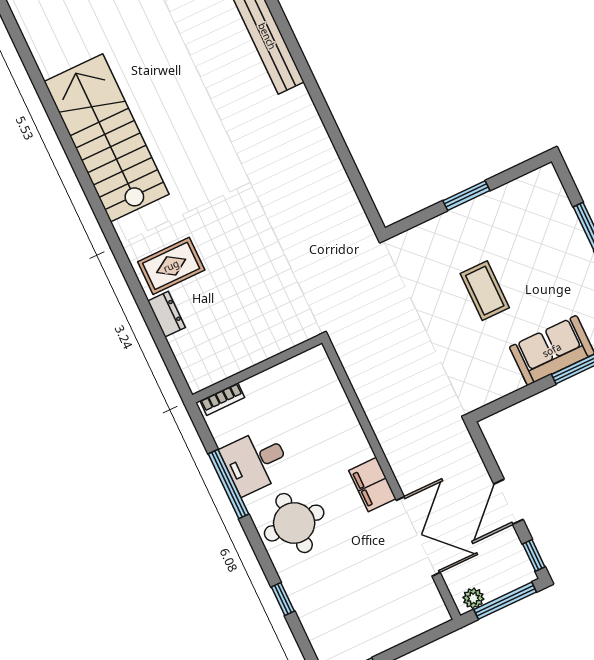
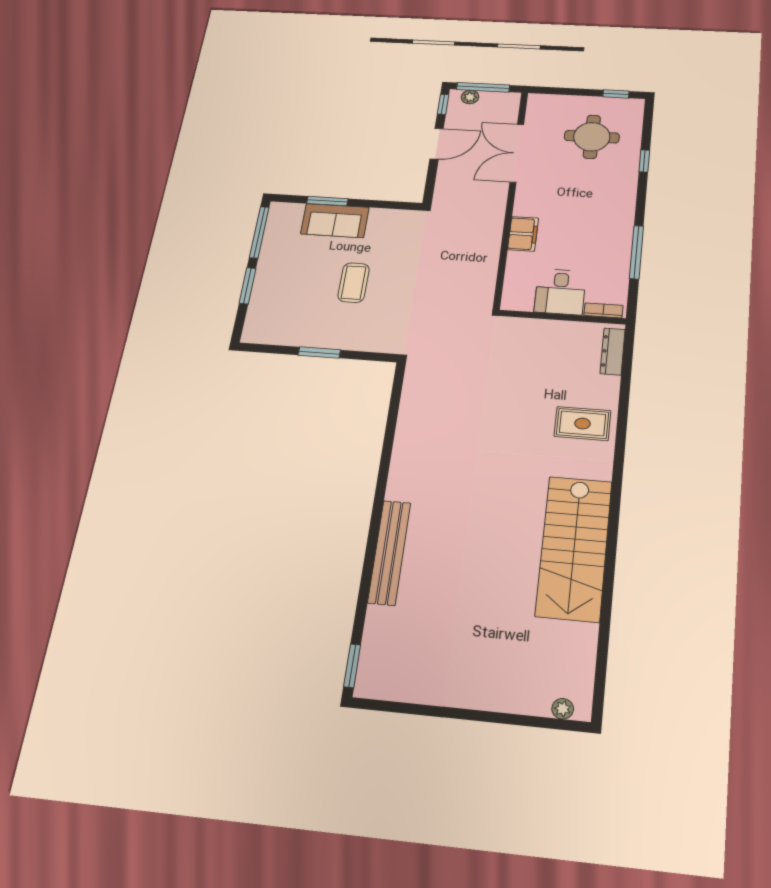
dresser: (167, 314) -> (613, 351), moved, width x1.44
desk: (255, 461) -> (560, 292), moved, turned 90
filing cabinet: (372, 485) -> (523, 234), moved
round table: (294, 523) -> (592, 137), moved
plant: (473, 598) -> (470, 97), moved

